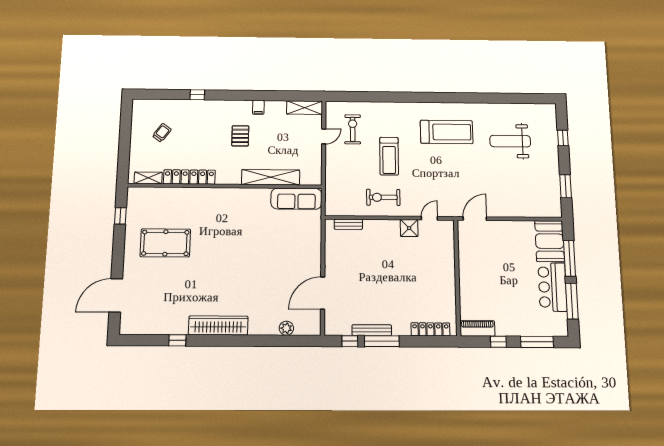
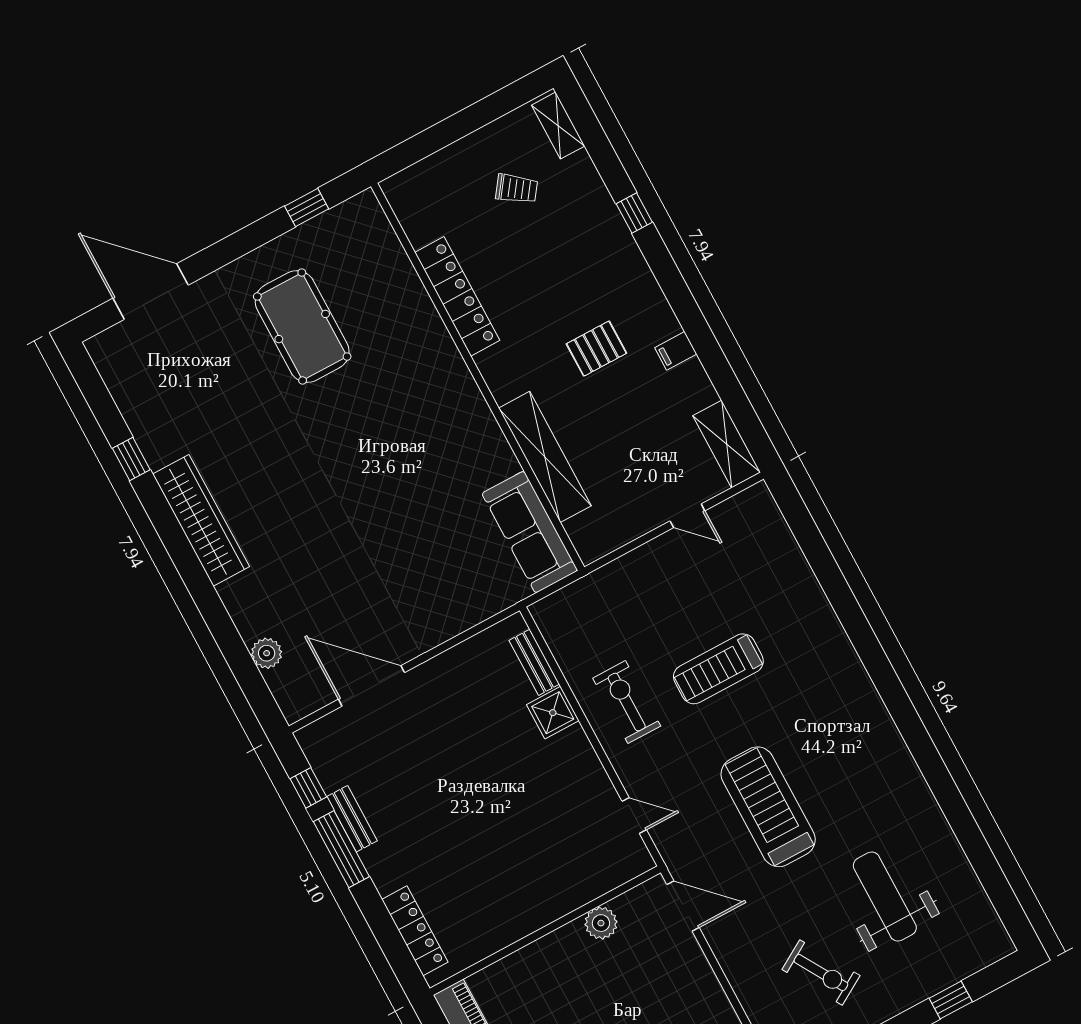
exercise bike: (353, 129) -> (821, 973), moved, turned 59
treadmill: (447, 132) -> (768, 807), moved, turned 180
shelving: (148, 178) -> (558, 126), moved
shower: (409, 228) -> (553, 713), moved
plant: (465, 254) -> (601, 923), added
bench: (372, 330) -> (352, 819), width x0.73

